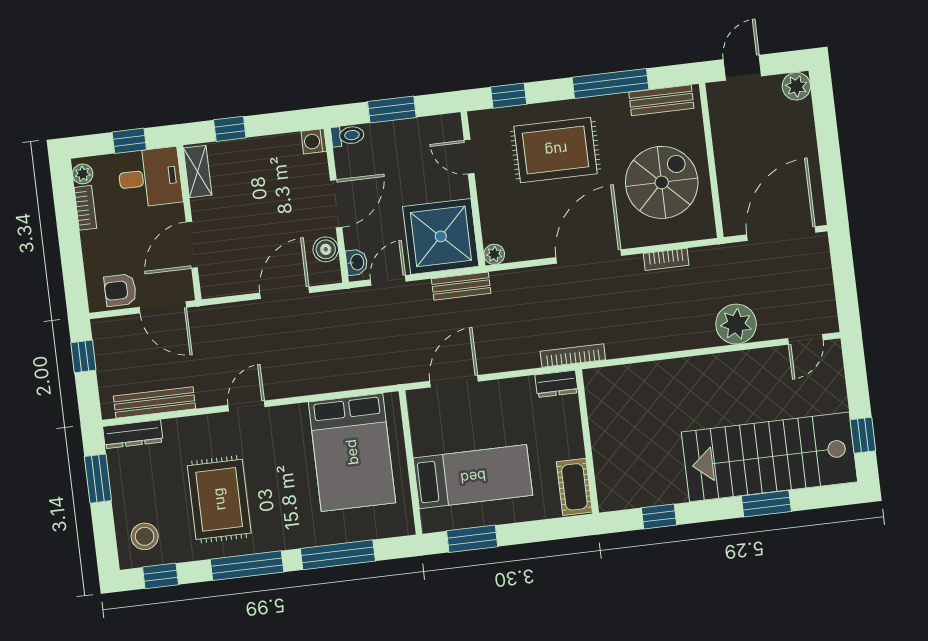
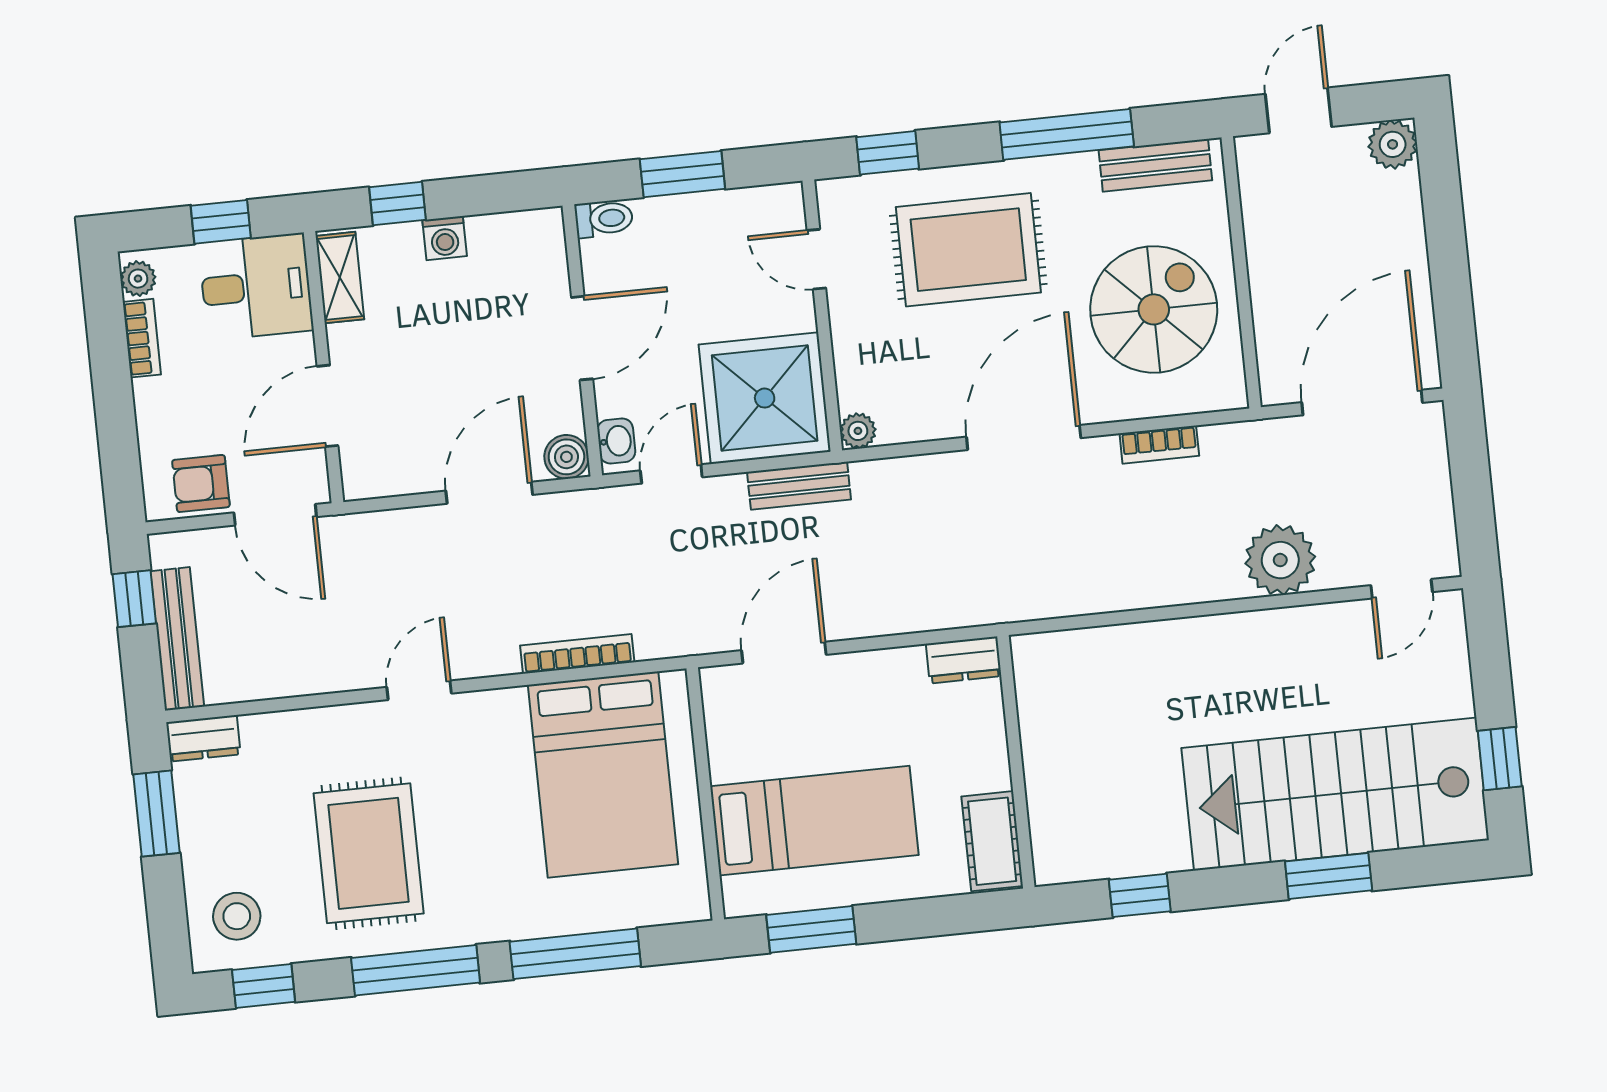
washing machine: (314, 141) -> (445, 238), moved, turned -90
boiler: (326, 249) -> (566, 457), moved
bookcase: (573, 356) -> (577, 654), moved
bench: (155, 402) -> (177, 639), moved, turned 90
dresser: (133, 434) -> (203, 738), width x0.70

